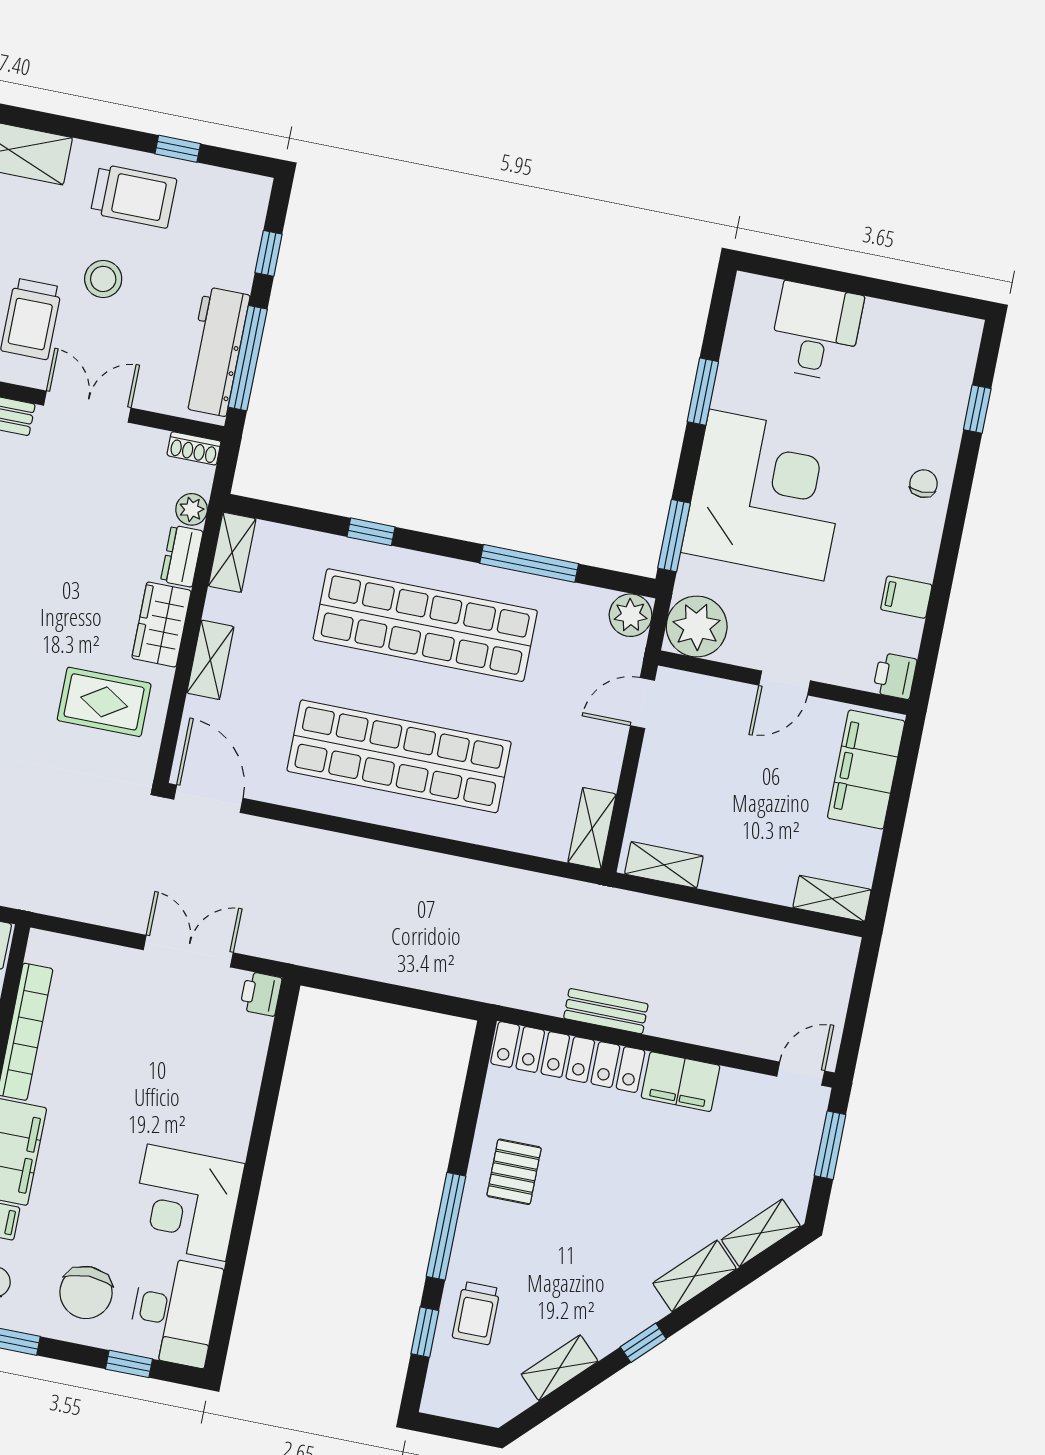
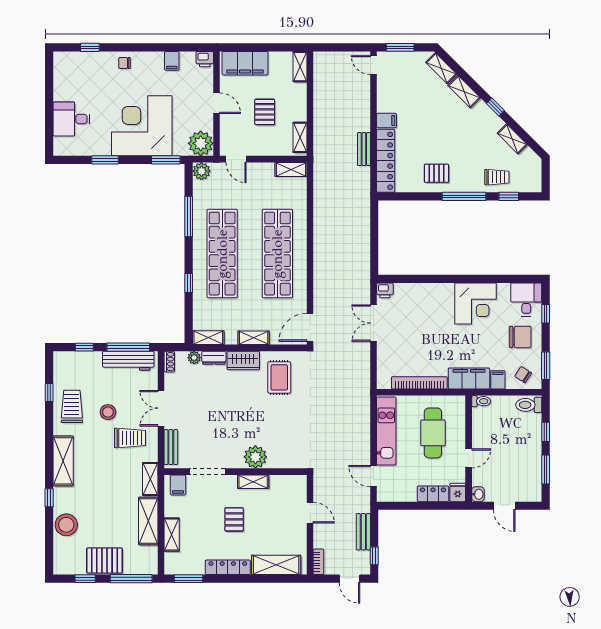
pallet: (741, 793) -> (265, 112), added
filing cabinet: (681, 1082) -> (386, 120), width x0.50
desk: (175, 1311) -> (526, 299), width x0.73

